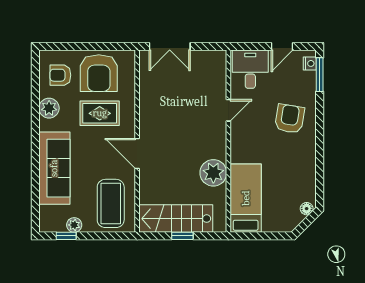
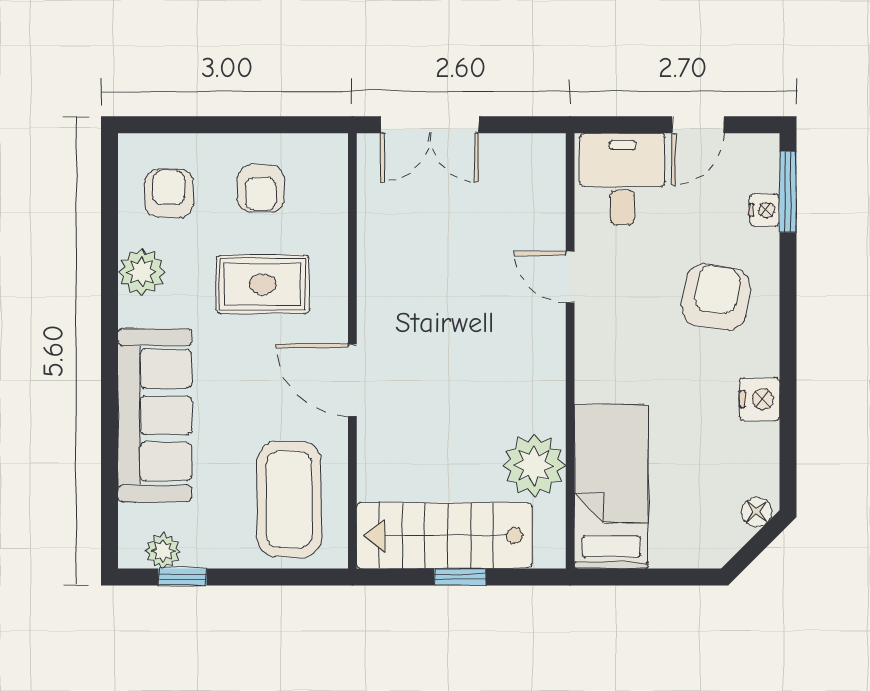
nightstand: (310, 63) -> (764, 210), moved
armchair: (99, 73) -> (261, 188), width x0.53, depth x0.53
armchair: (60, 75) -> (169, 193), turned 90
door: (228, 110) -> (570, 277), swing flipped
nightstand: (308, 161) -> (760, 399), added
plant: (213, 173) -> (534, 466), moved
plant: (74, 225) -> (163, 551), moved

